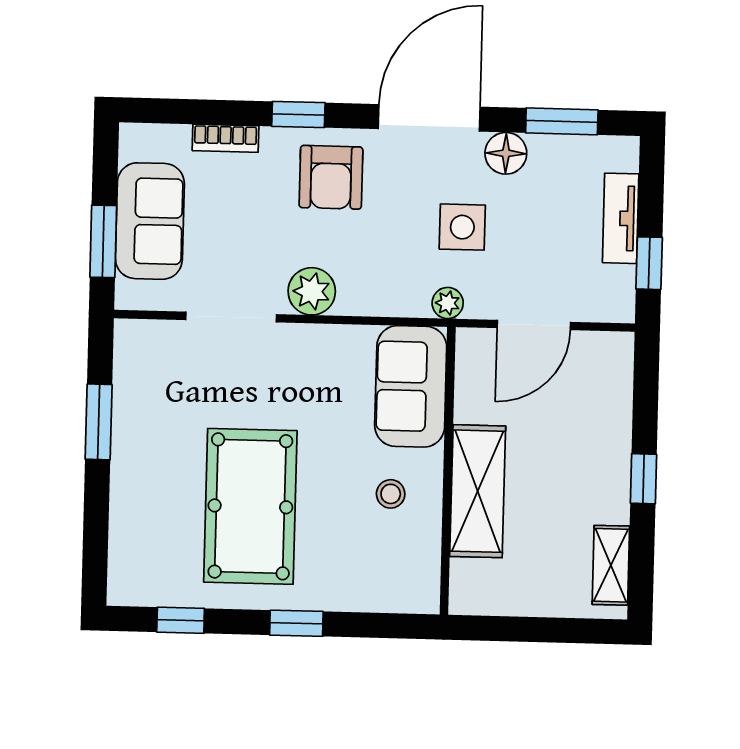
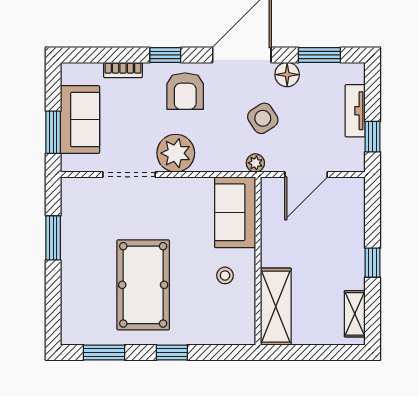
side table: (462, 227) -> (263, 118), turned -33
plant: (312, 291) -> (176, 153), width x1.36, depth x1.36
shelving: (478, 491) -> (276, 307), moved
window: (181, 620) -> (104, 352), width x1.50

